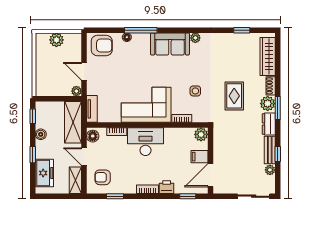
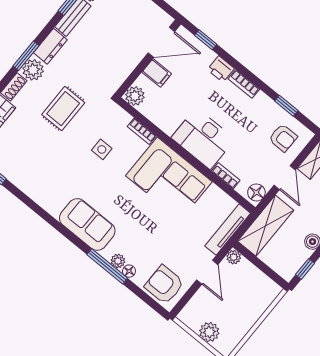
plant: (195, 38) -> (118, 261), moved
tv unit: (92, 109) -> (228, 230), width x1.41

